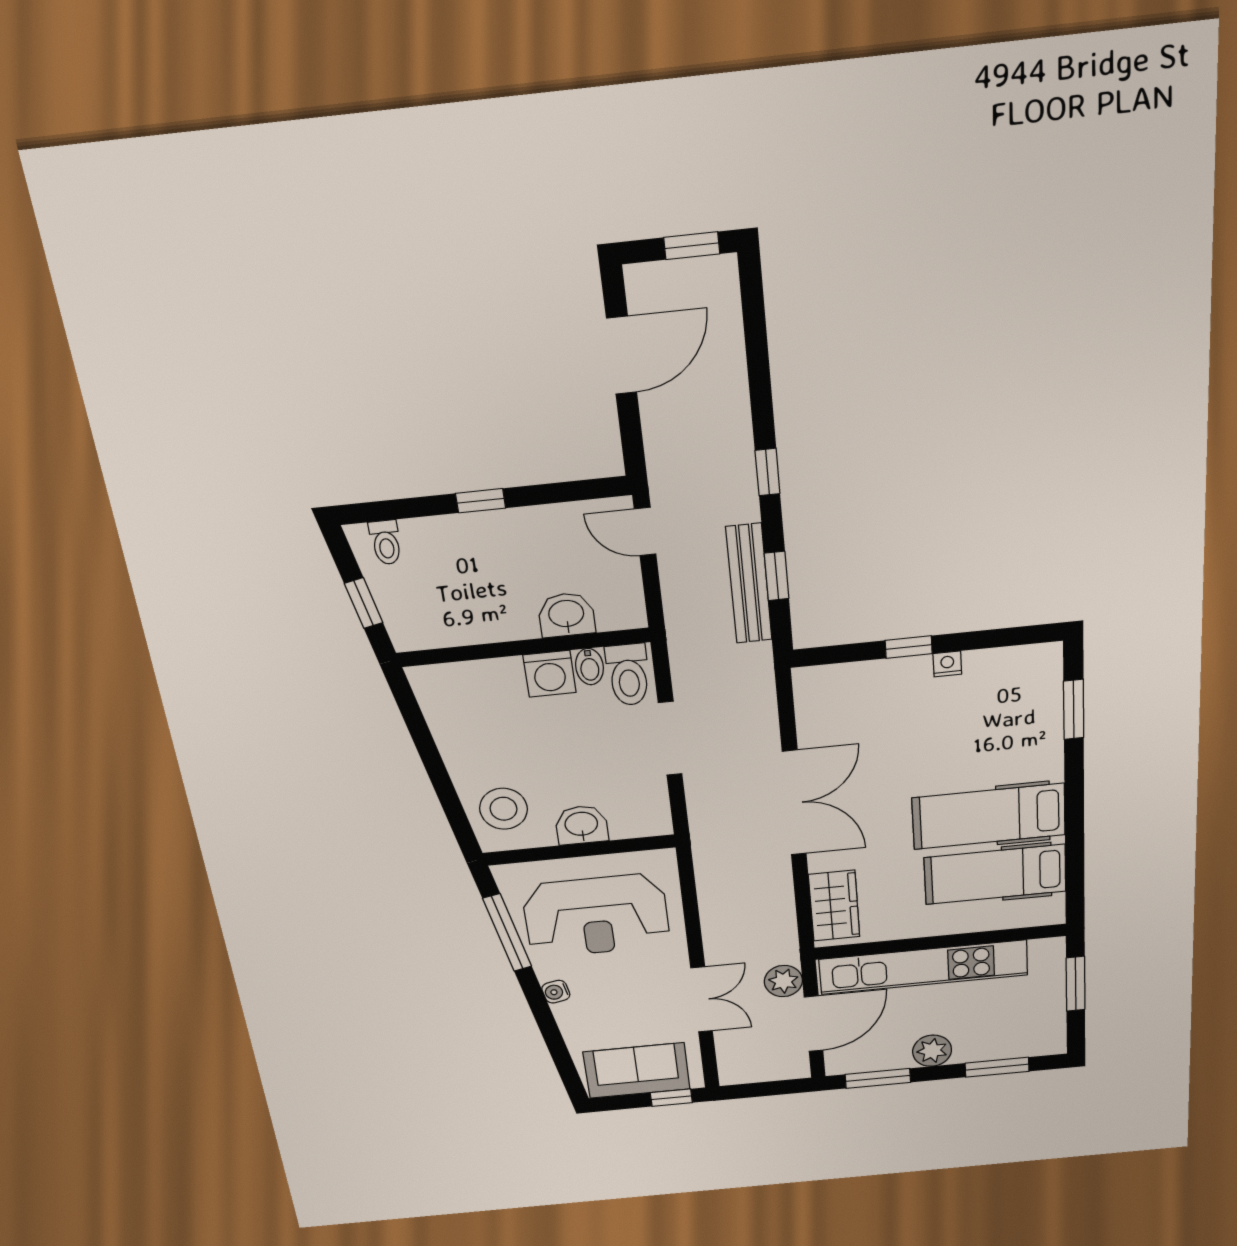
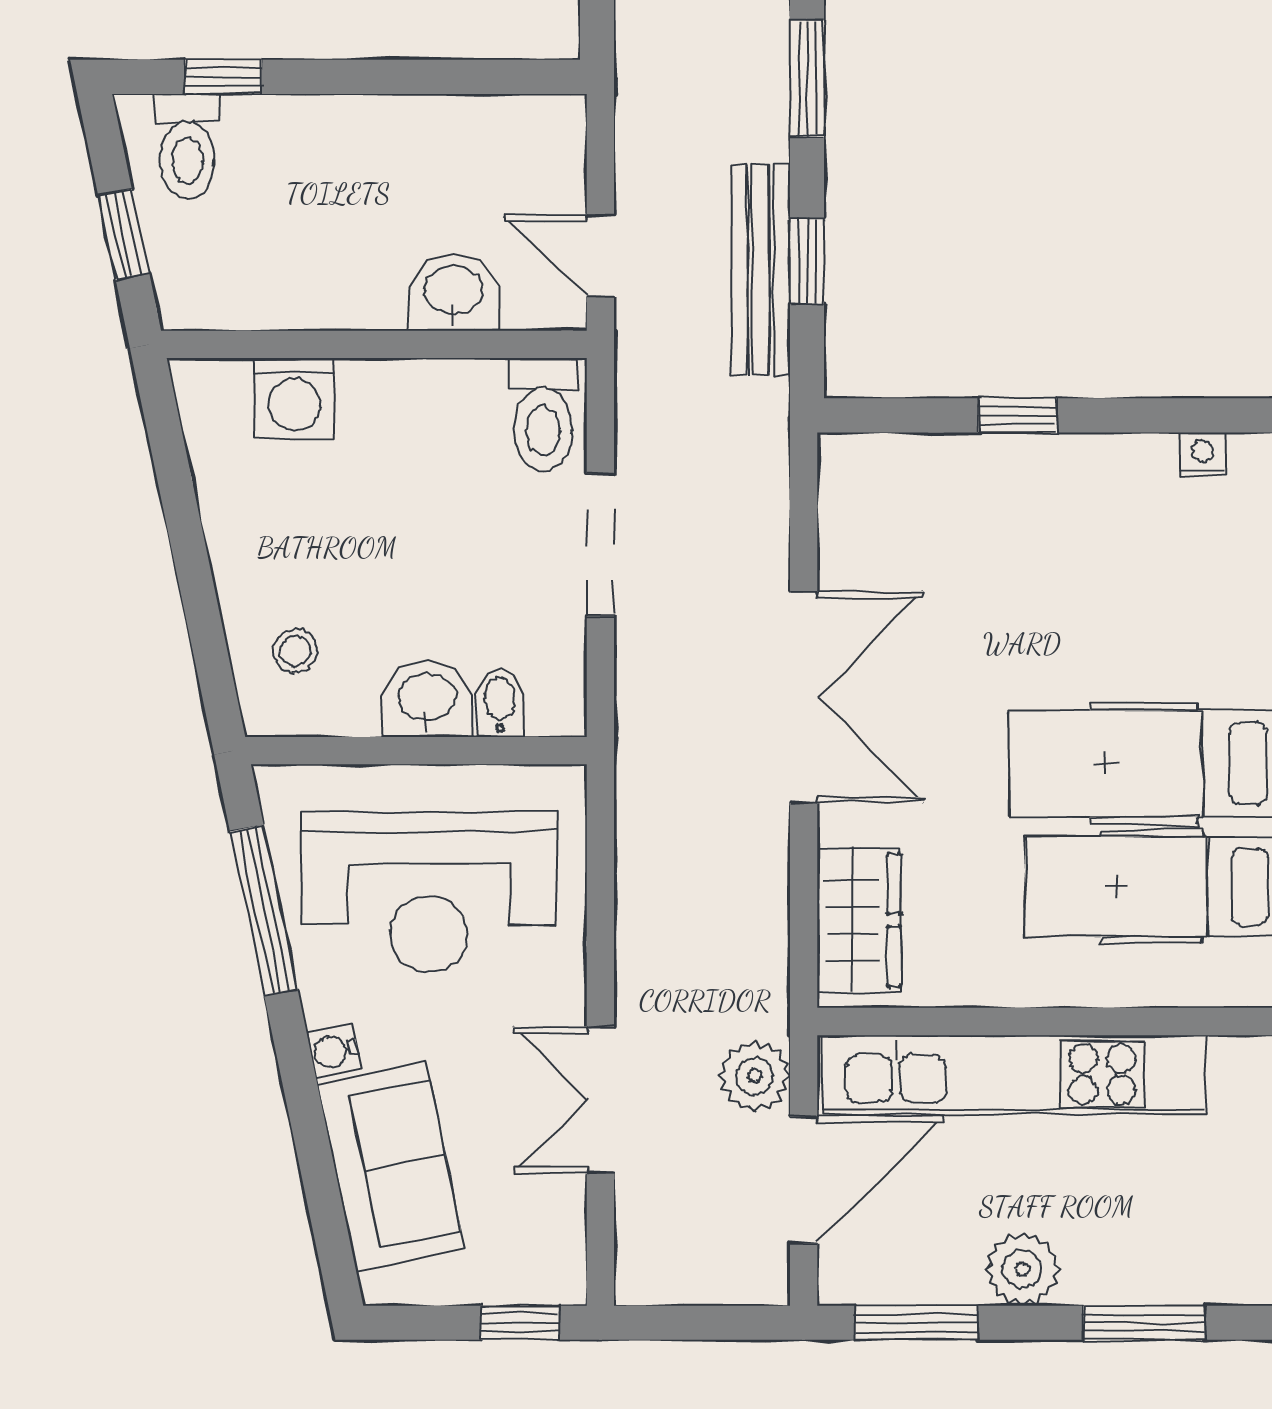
window: (768, 472) -> (807, 79), width x1.50
window: (481, 501) -> (223, 77), moved
door: (645, 532) -> (600, 256), moved
toilet: (386, 542) -> (187, 146), width x1.37, depth x1.39
nightstand: (947, 664) -> (1202, 454), moved
bidet: (589, 667) -> (500, 703), moved, turned 180
washing machine: (549, 674) -> (294, 398), moved
stool: (504, 809) -> (295, 651), width x0.53, depth x0.53
double door: (702, 1000) -> (600, 1100), swing flipped
sofa: (637, 1071) -> (391, 1167), moved, turned 78

